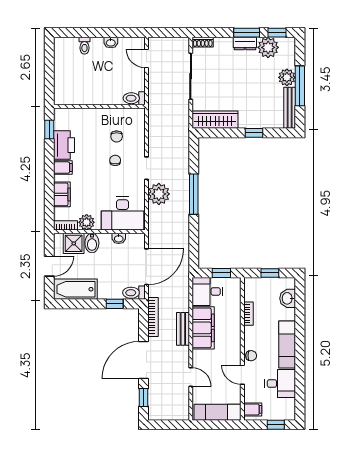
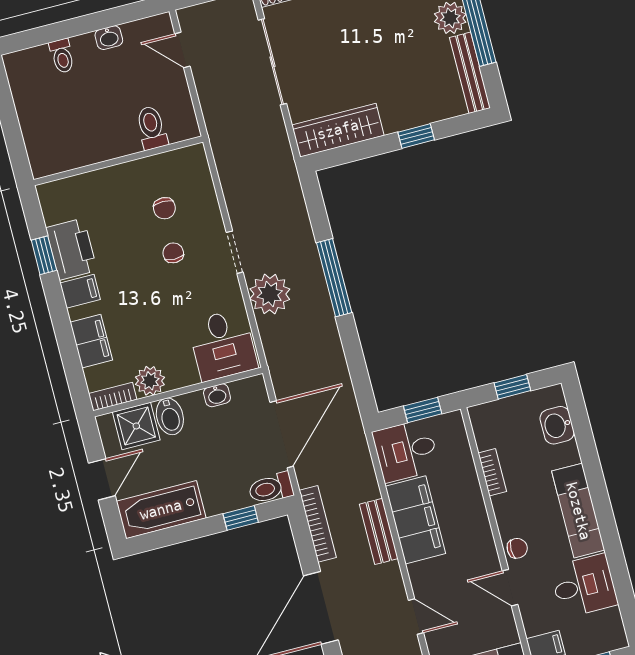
toilet: (134, 98) -> (152, 128), moved, turned 90
window: (49, 129) -> (44, 255), moved
desk: (122, 214) -> (223, 345), width x0.73

